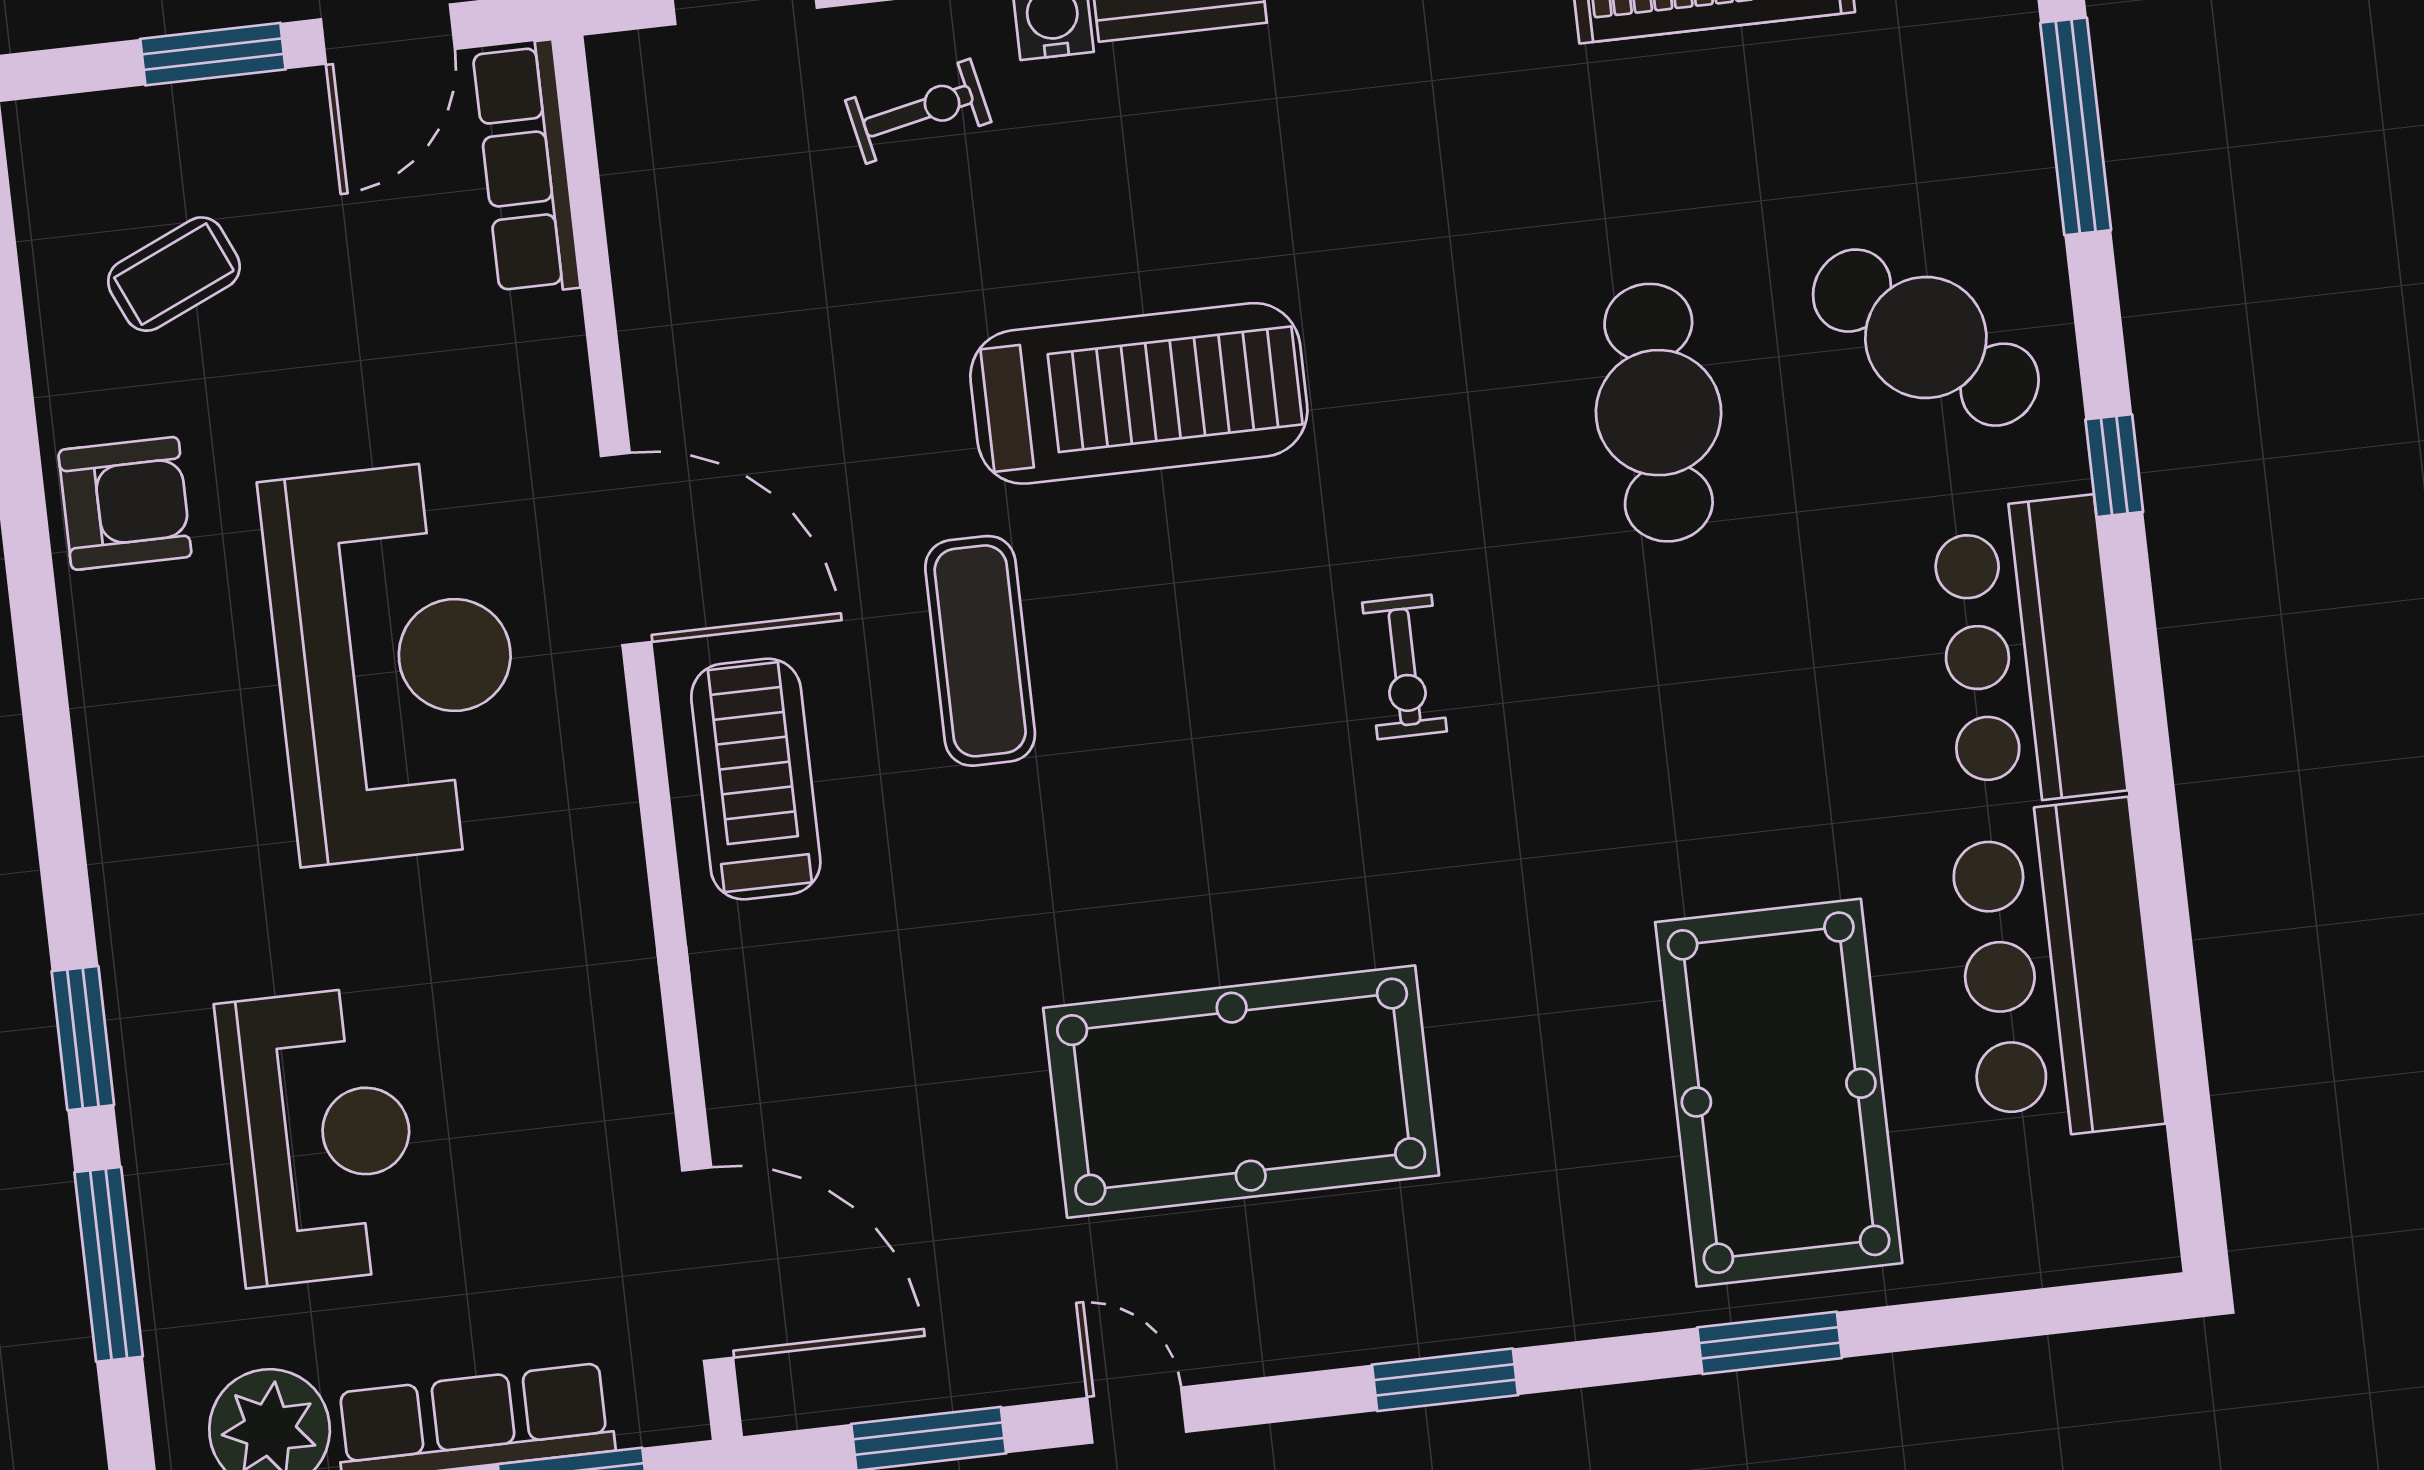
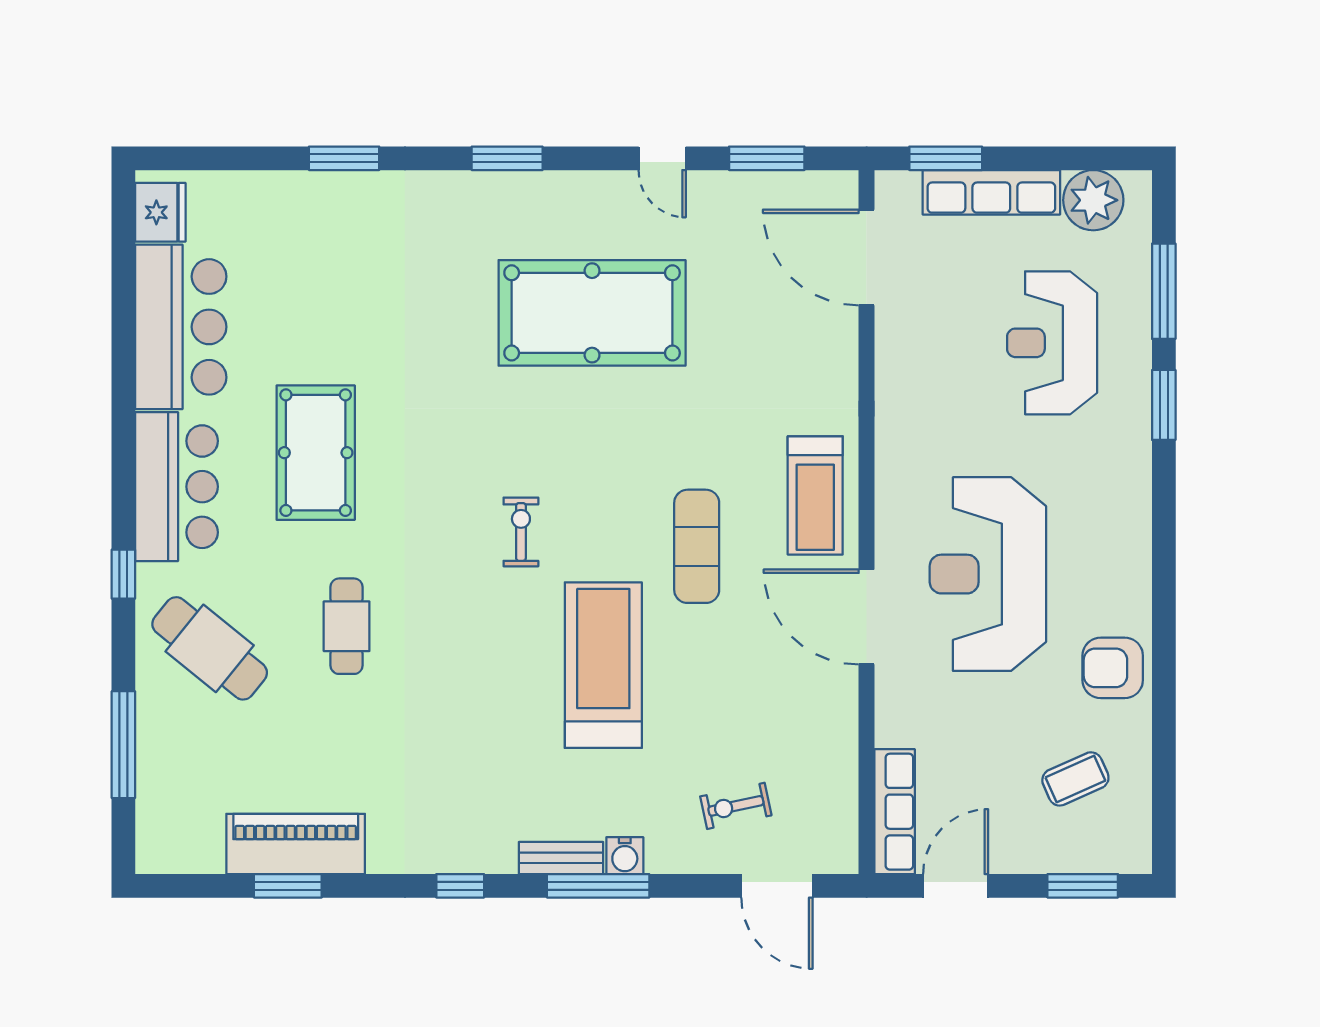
window: (213, 54) -> (1083, 886), moved
exercise bike: (918, 111) -> (736, 806), moved
treadmill: (1139, 393) -> (603, 665), turned 90
cafe table: (1659, 413) -> (347, 626), width x0.73, depth x0.74
exercise bike: (1405, 667) -> (521, 532), moved
pool table: (1779, 1093) -> (316, 453), moved, width x0.73, depth x0.76
fridge: (2123, 1194) -> (160, 212), added

